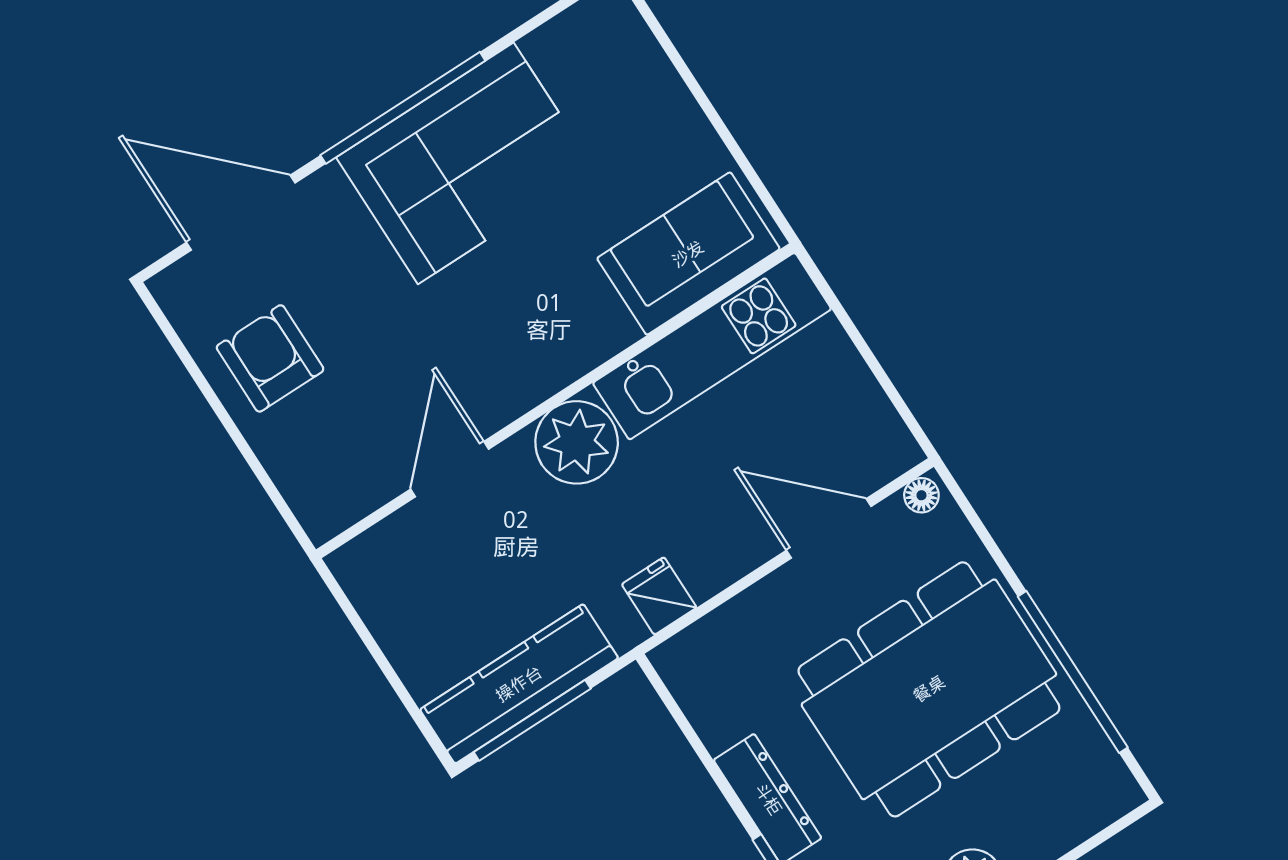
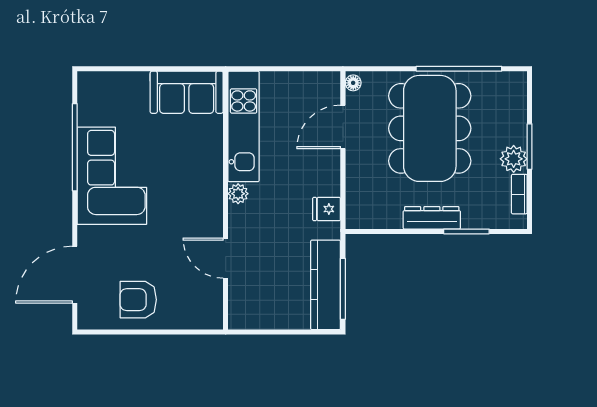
window: (403, 108) -> (75, 147), moved
sofa: (688, 254) -> (187, 92), moved, turned -90
plant: (577, 442) -> (238, 194), width x0.53, depth x0.53

